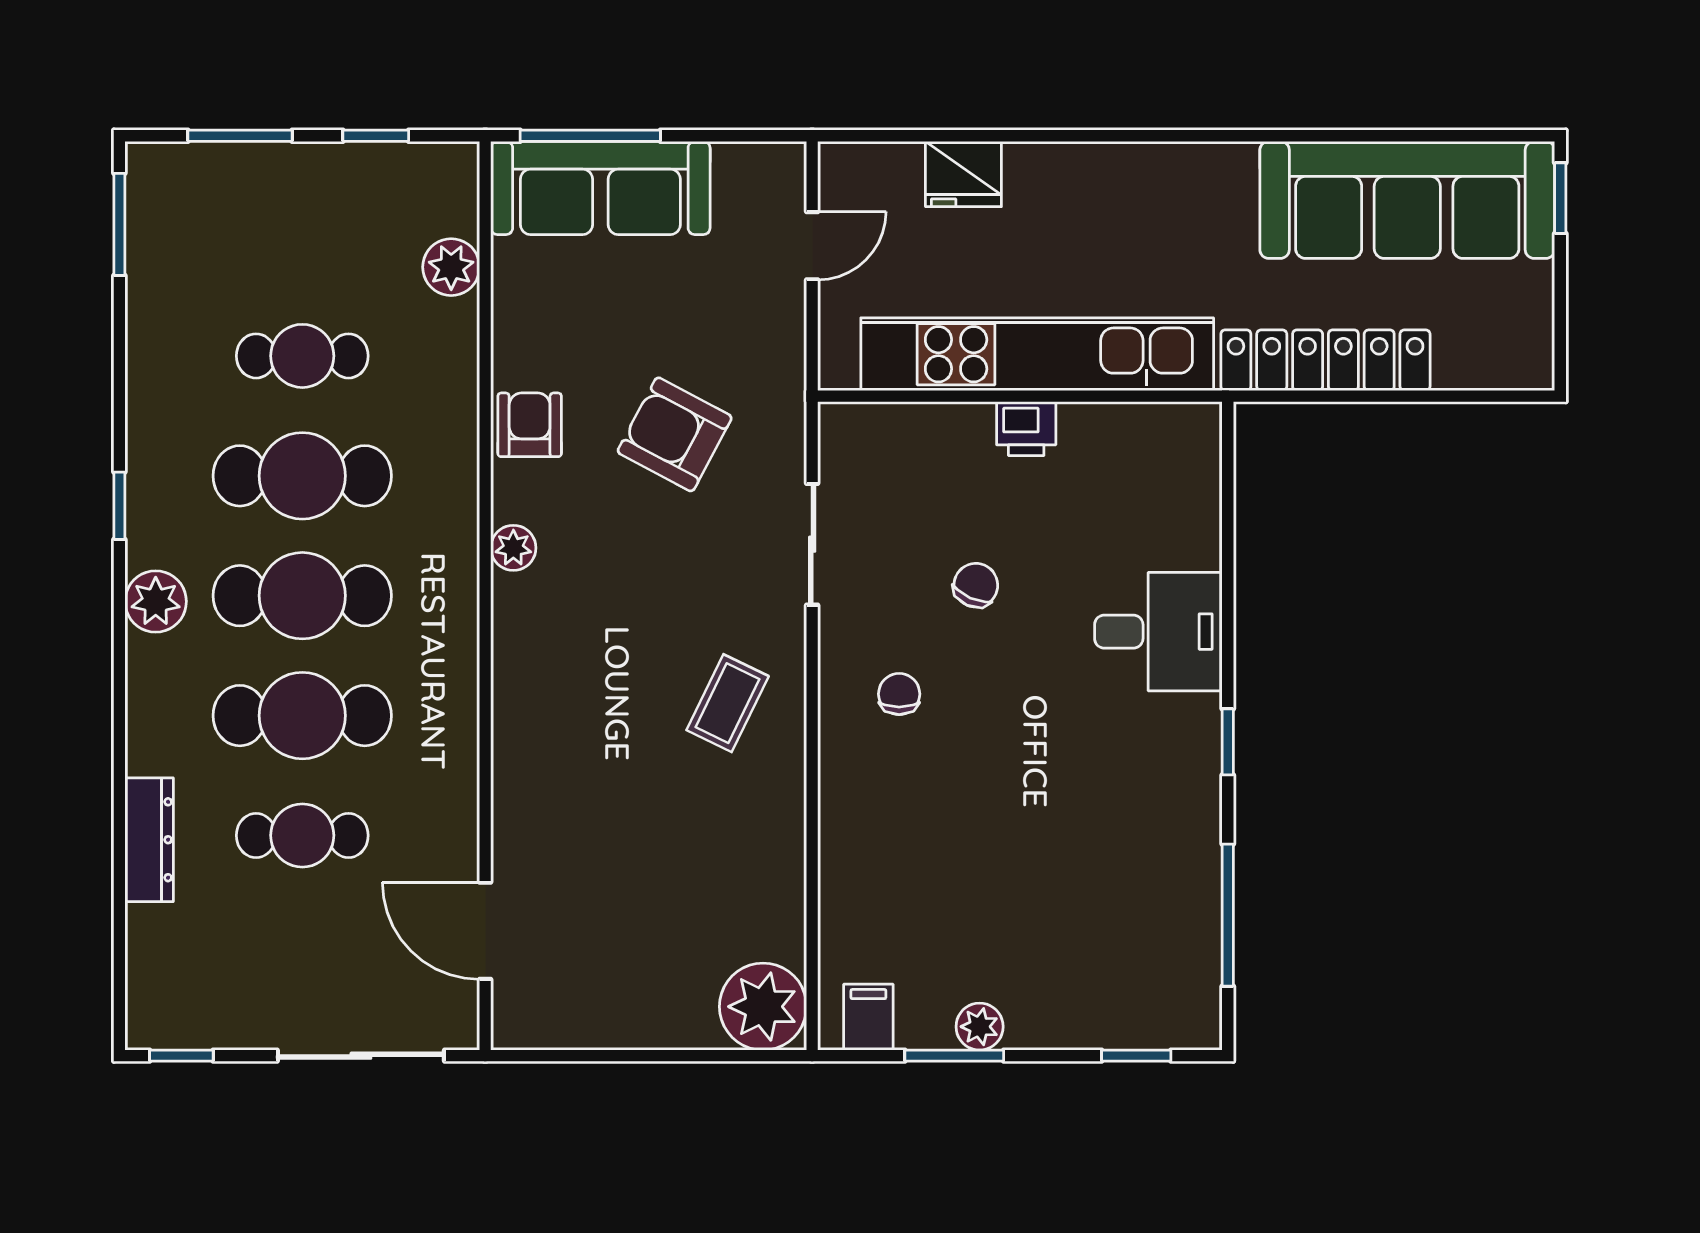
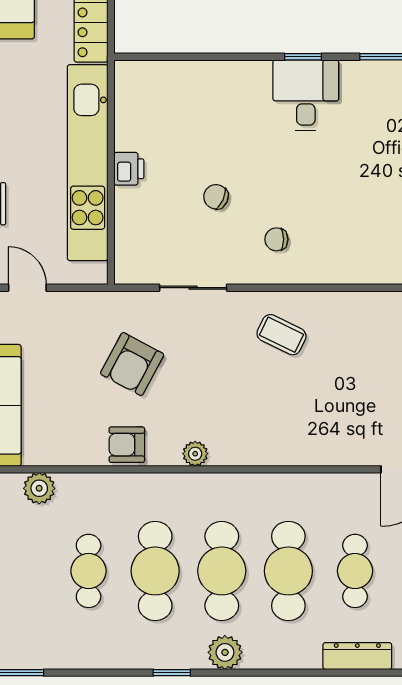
desk: (1158, 632) -> (306, 95), moved

